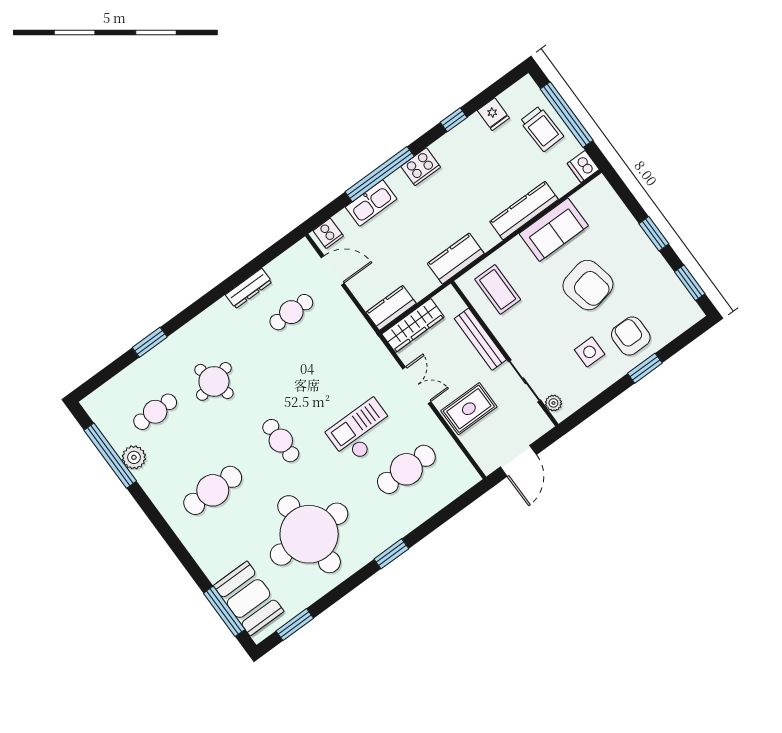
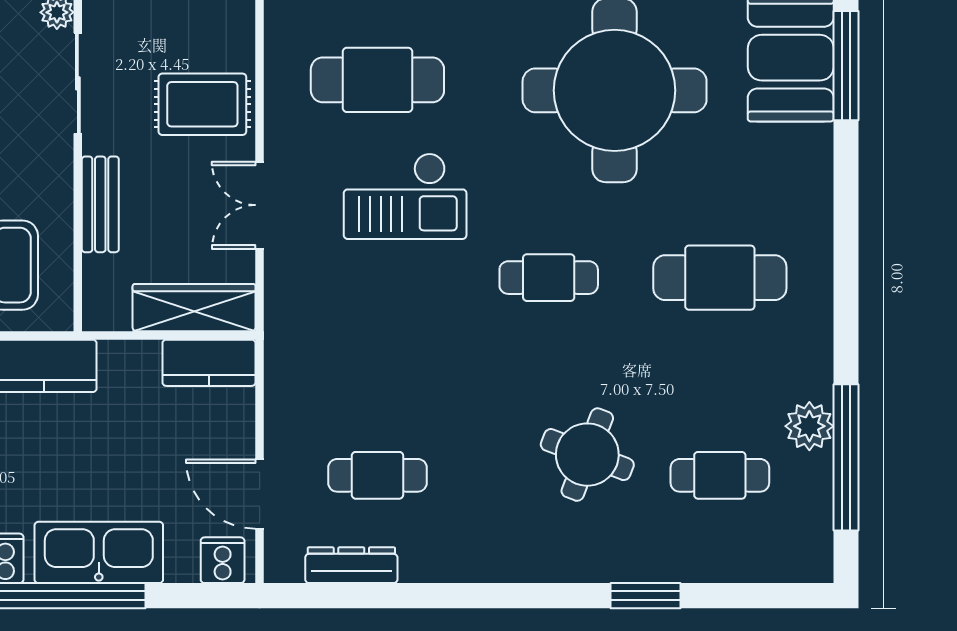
kitchen sink: (371, 203) -> (99, 552), width x1.36, depth x1.24
dresser: (249, 288) -> (351, 565), moved
bench: (480, 339) -> (100, 204), width x0.73
round table: (214, 381) -> (587, 455), turned 34
cafe table: (281, 441) -> (549, 278), turned 90

